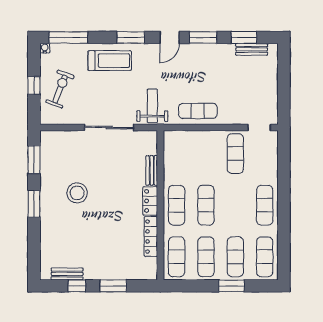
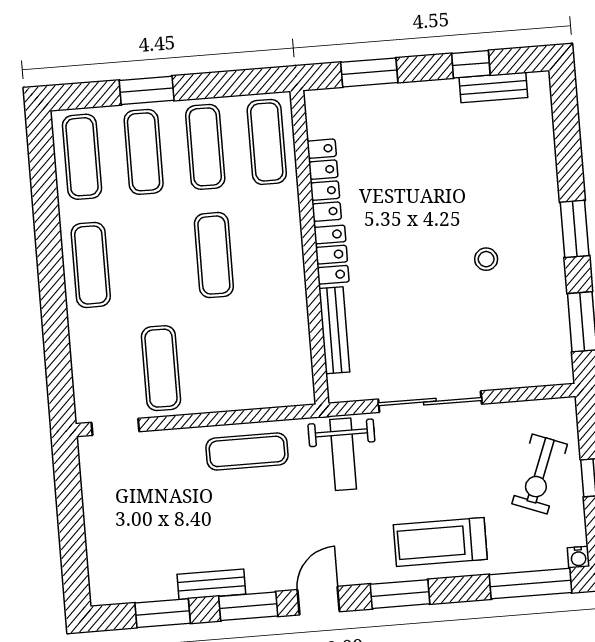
bench: (252, 49) -> (211, 584), moved
bench: (152, 170) -> (334, 330), width x1.36
stool: (77, 193) -> (486, 259), width x0.53, depth x0.53
exercise mat: (177, 205) -> (275, 250), removed
window: (113, 286) -> (369, 72), moved

